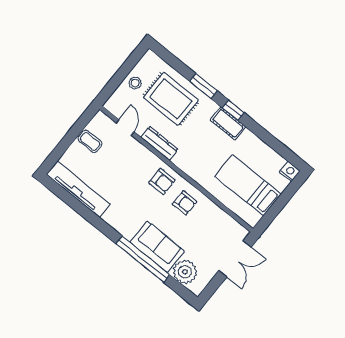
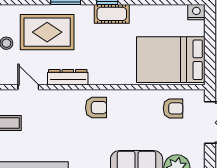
bed: (248, 185) -> (171, 60), width x1.50
armchair: (185, 203) -> (173, 108), moved

